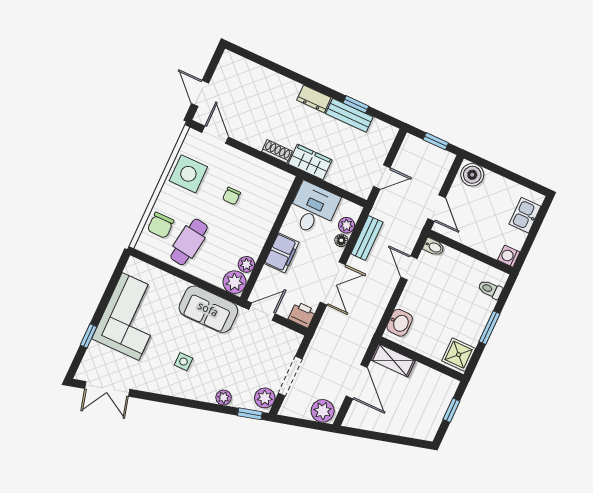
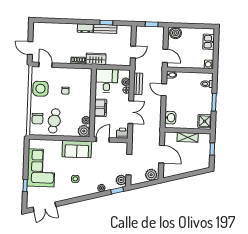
shelving: (393, 360) -> (188, 137), moved

